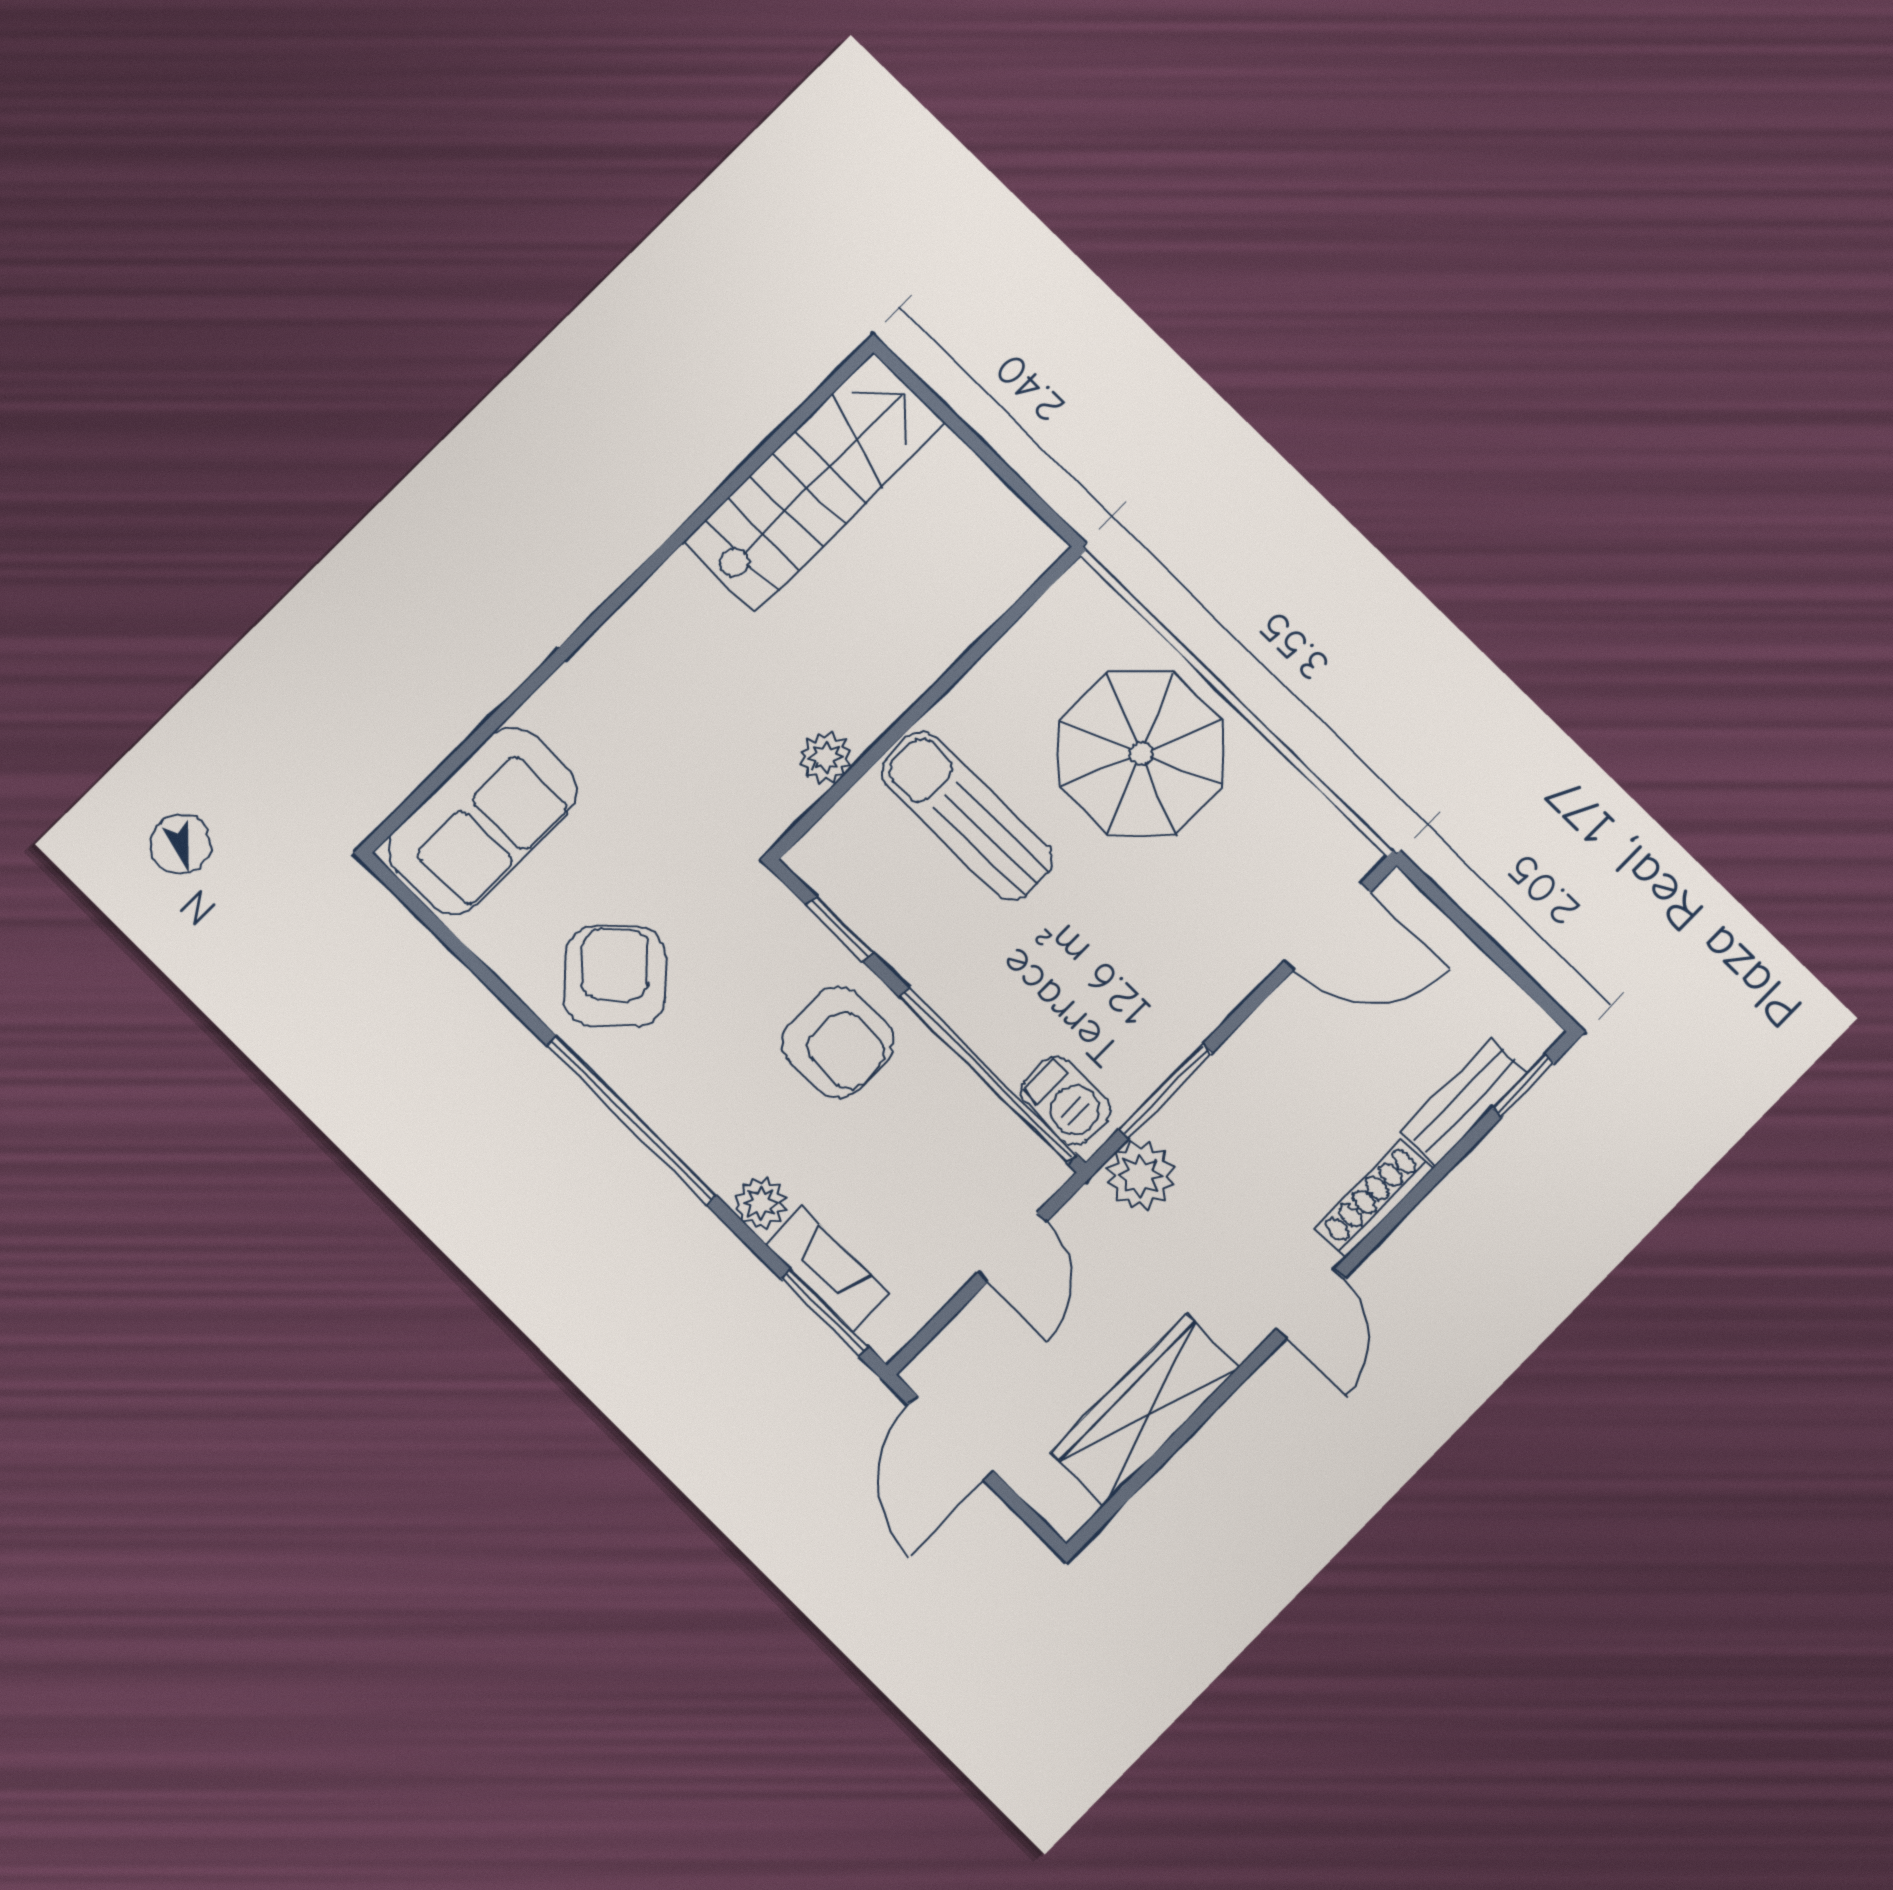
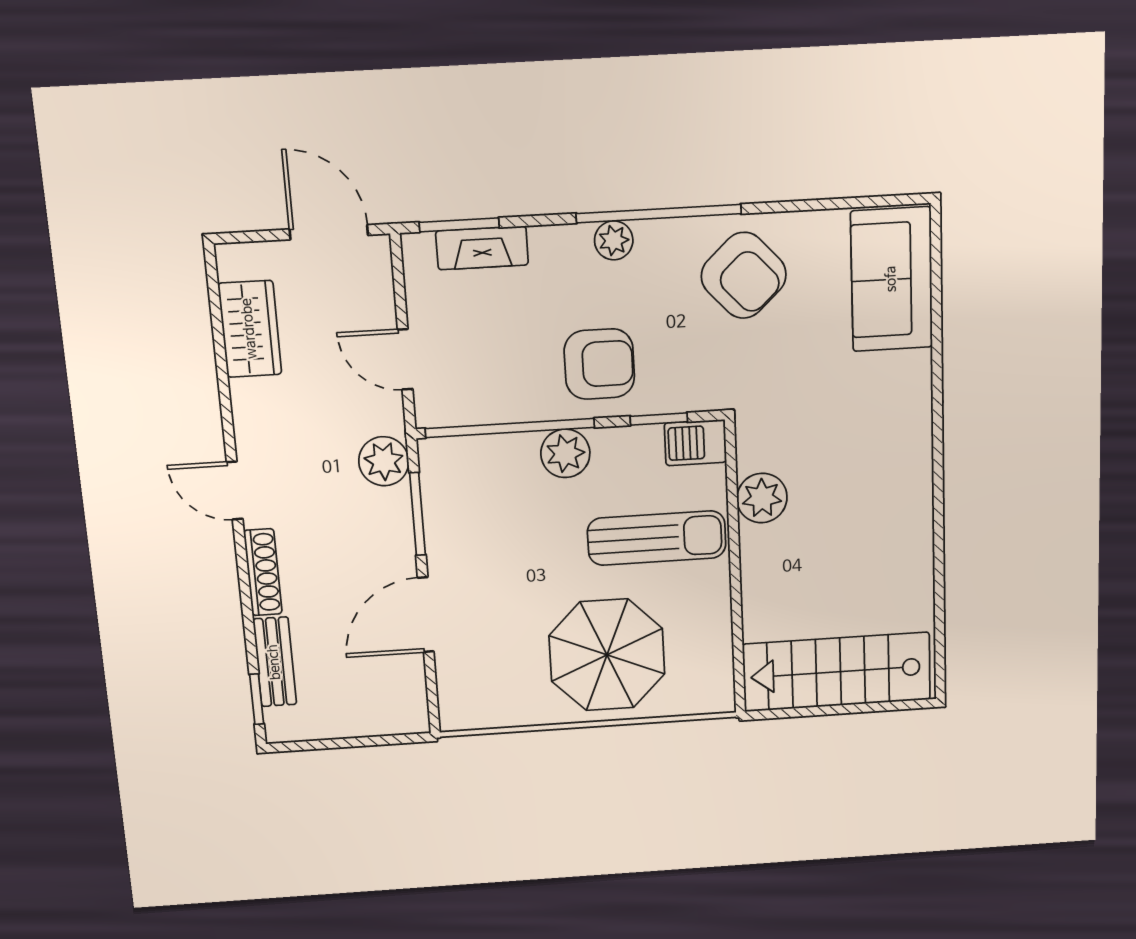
stairs: (814, 482) -> (837, 672), moved, turned 90
plant: (826, 758) -> (762, 498), width x1.38, depth x1.38
door: (1327, 927) -> (426, 615), moved
plant: (963, 994) -> (565, 453), added
armchair: (838, 1042) -> (599, 364), turned 180
barbecue: (1065, 1101) -> (695, 443), moved
plant: (761, 1203) -> (614, 240), moved
wardrobe: (1145, 1410) -> (250, 329), width x0.67

